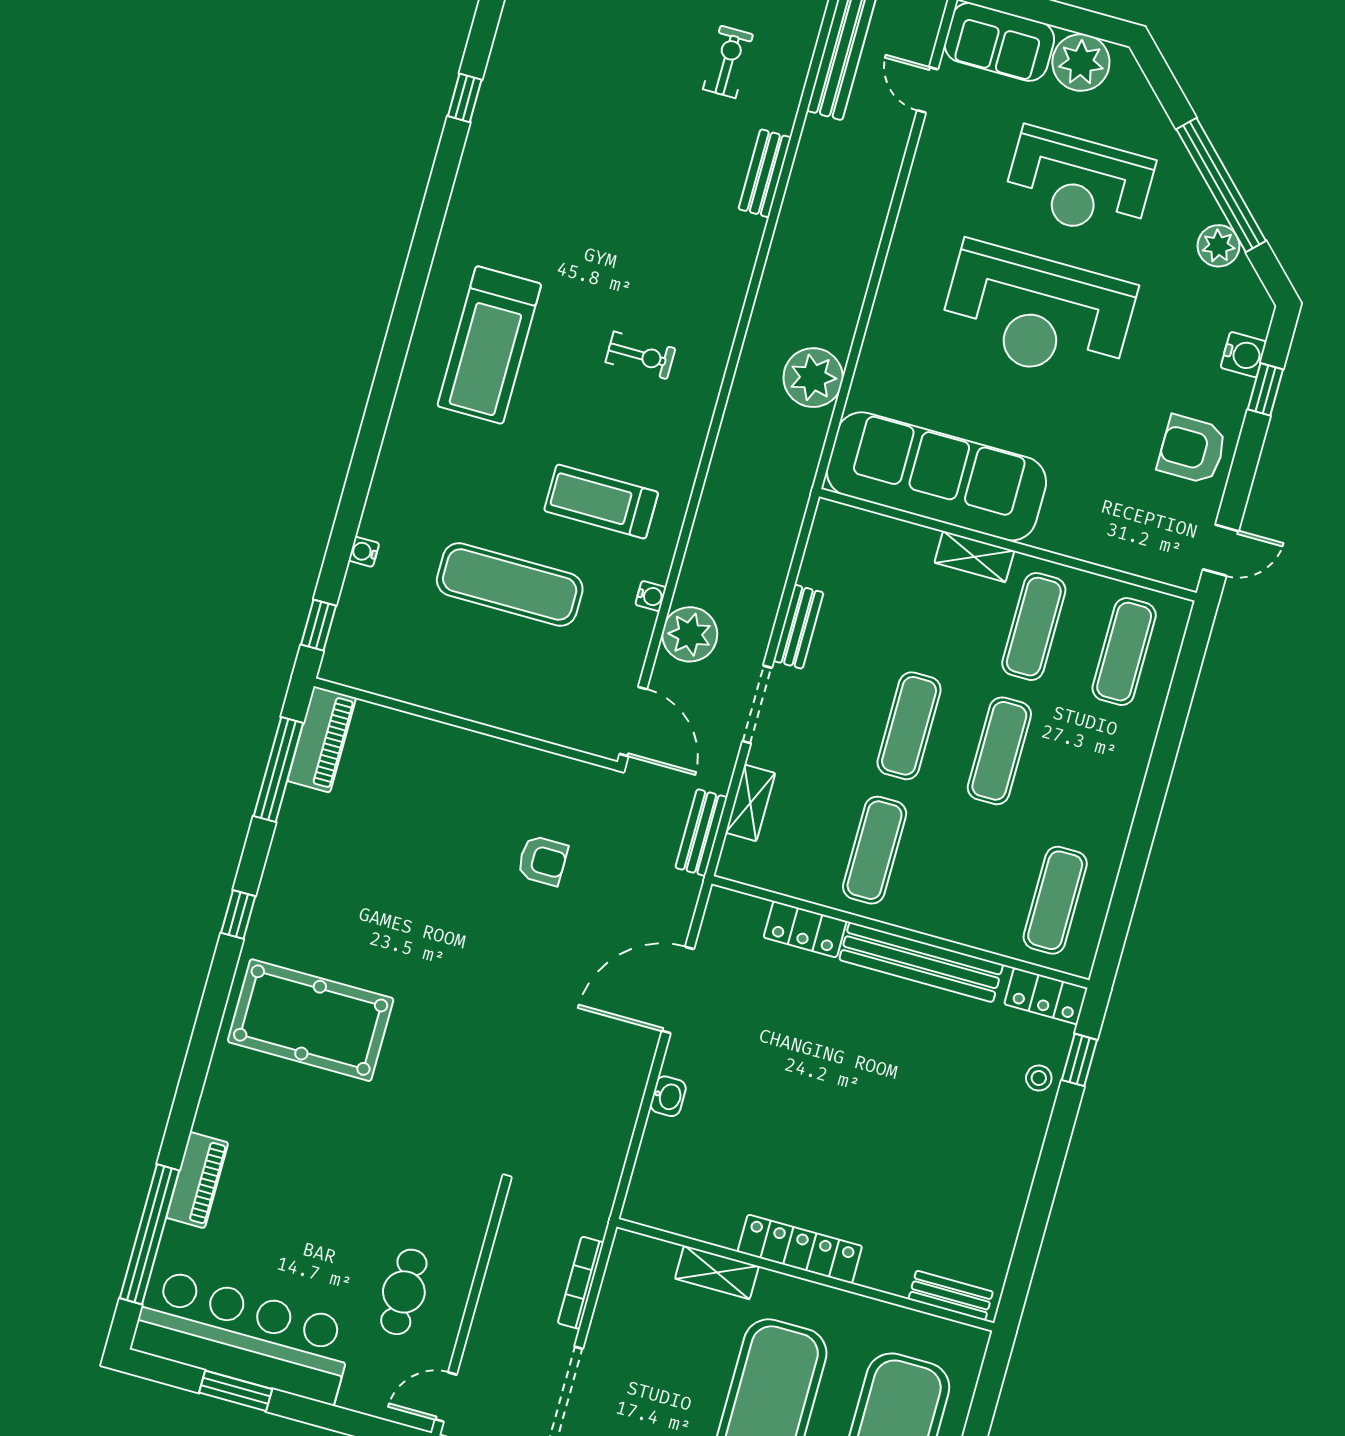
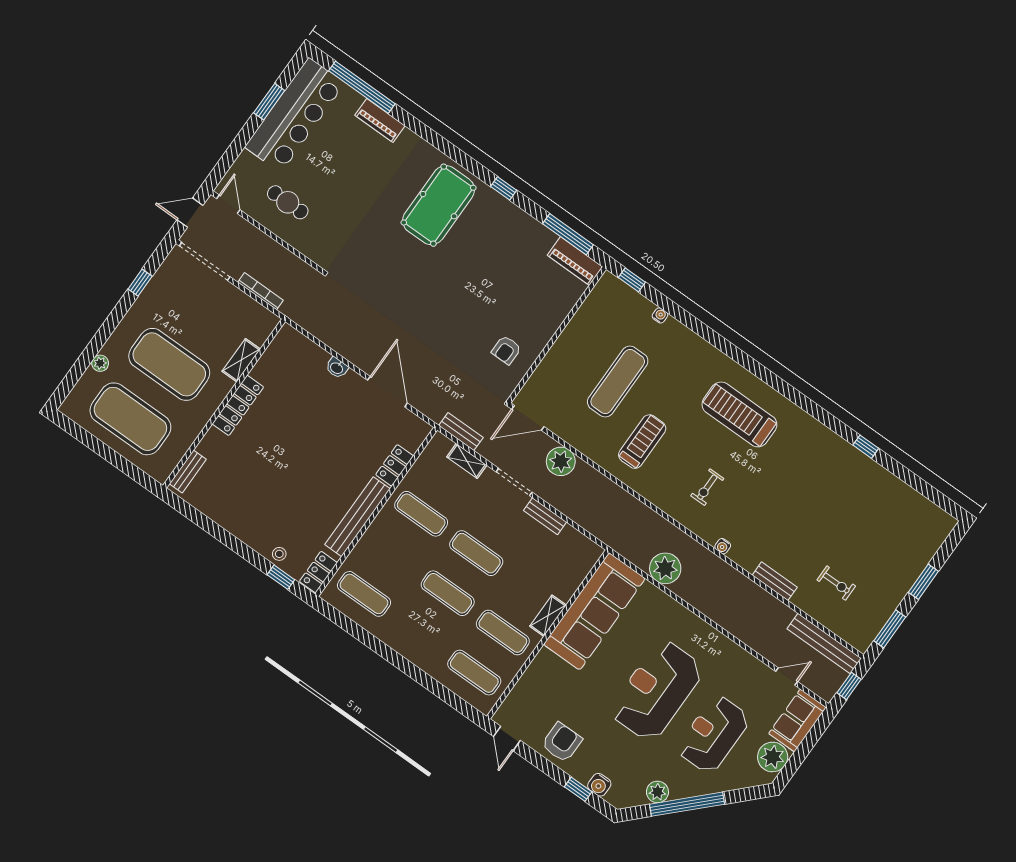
water cooler: (651, 596) -> (723, 546), moved
armchair: (543, 860) -> (506, 350), moved

